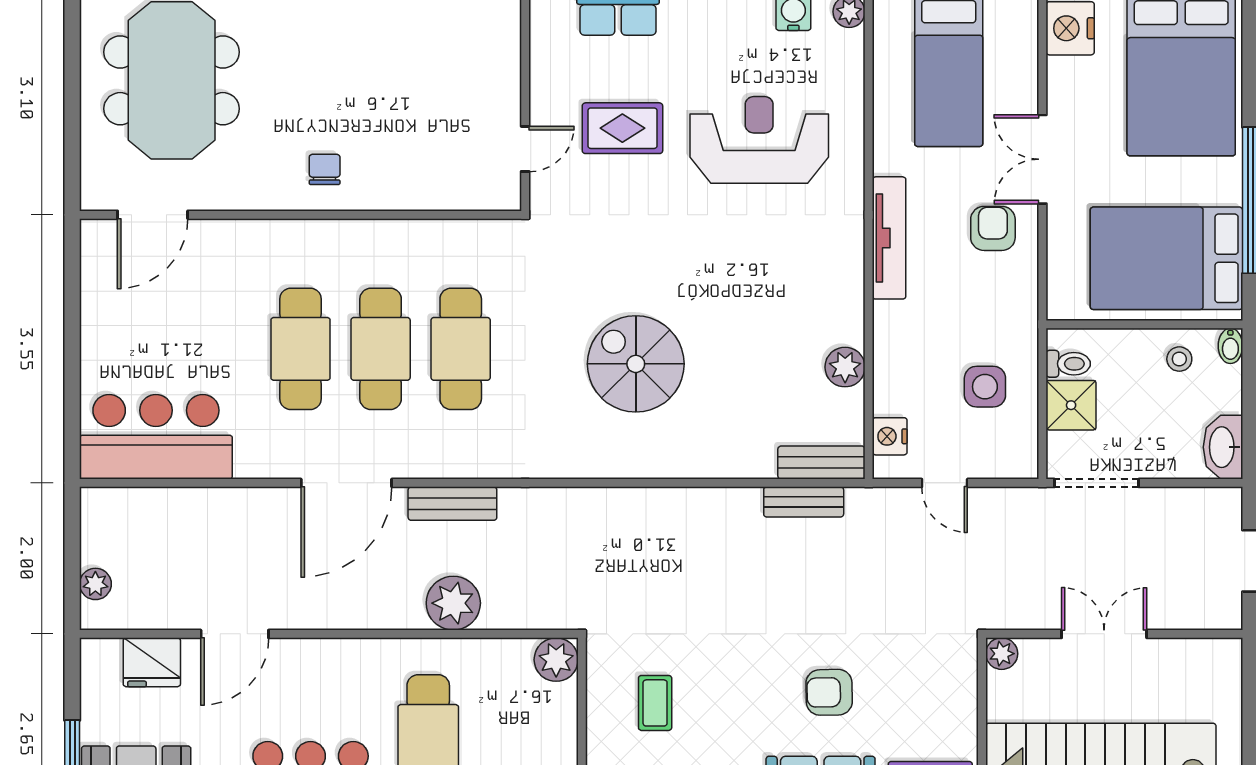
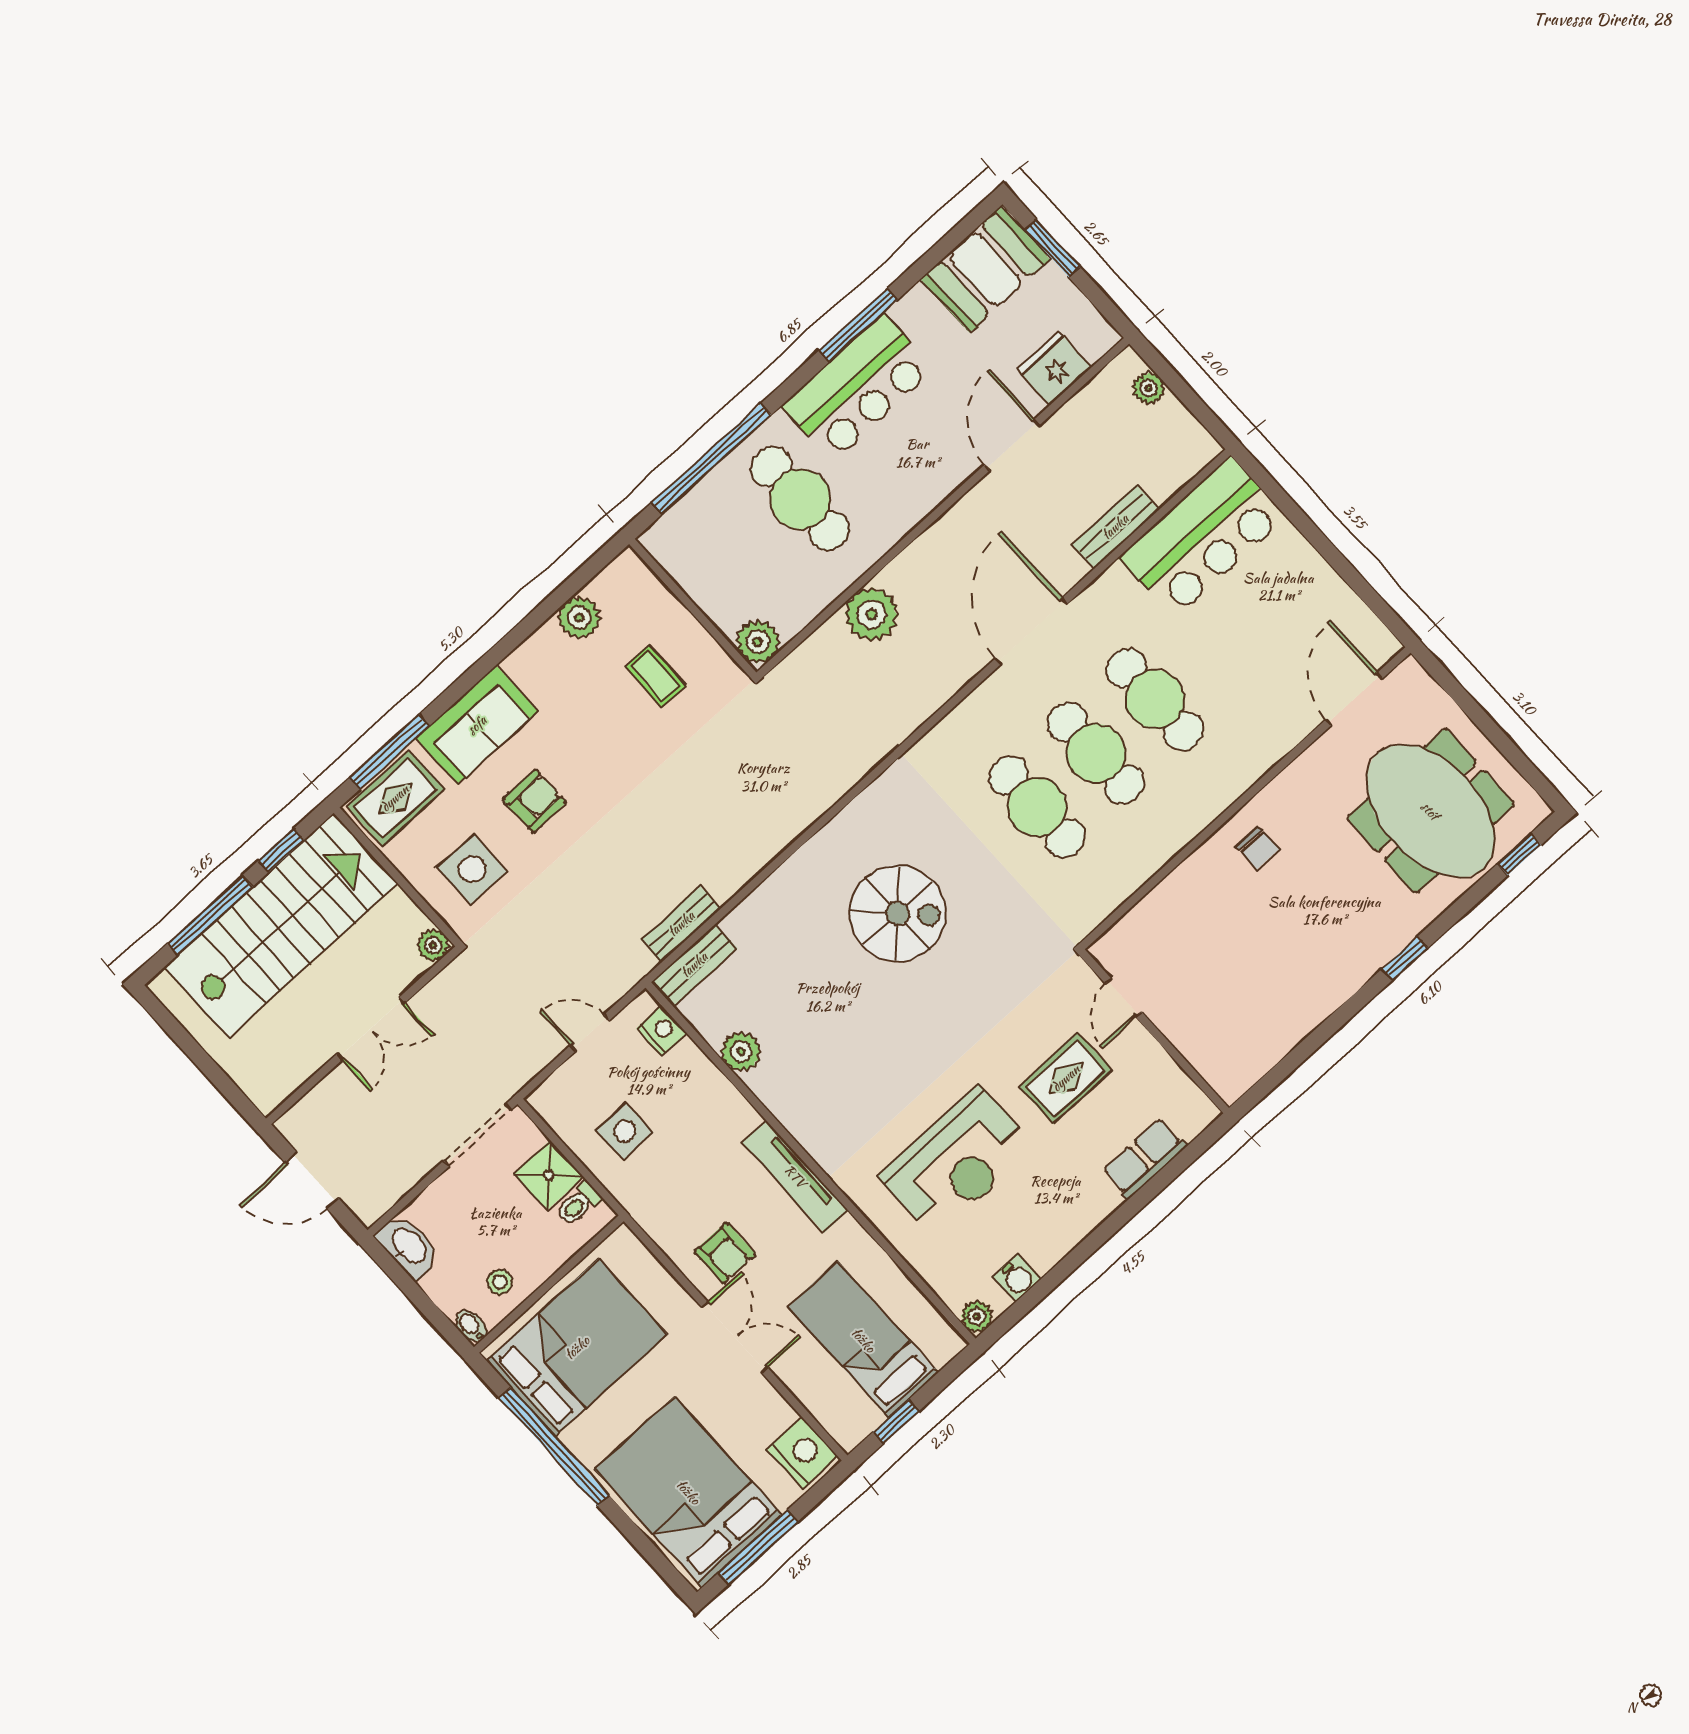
bench: (452, 504) -> (1115, 527), moved
side table: (921, 684) -> (472, 869), added

